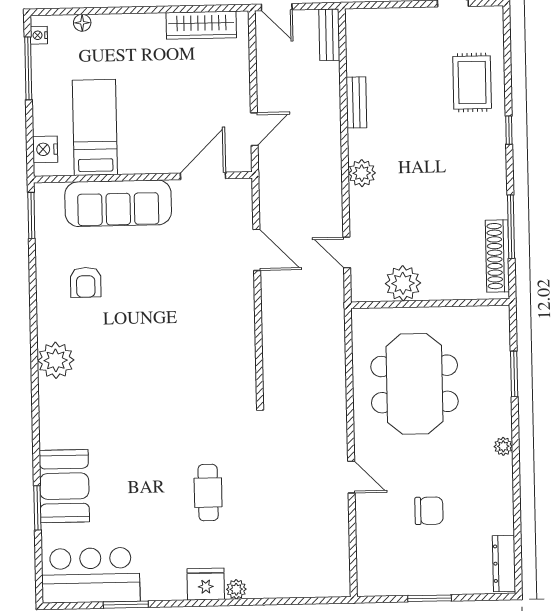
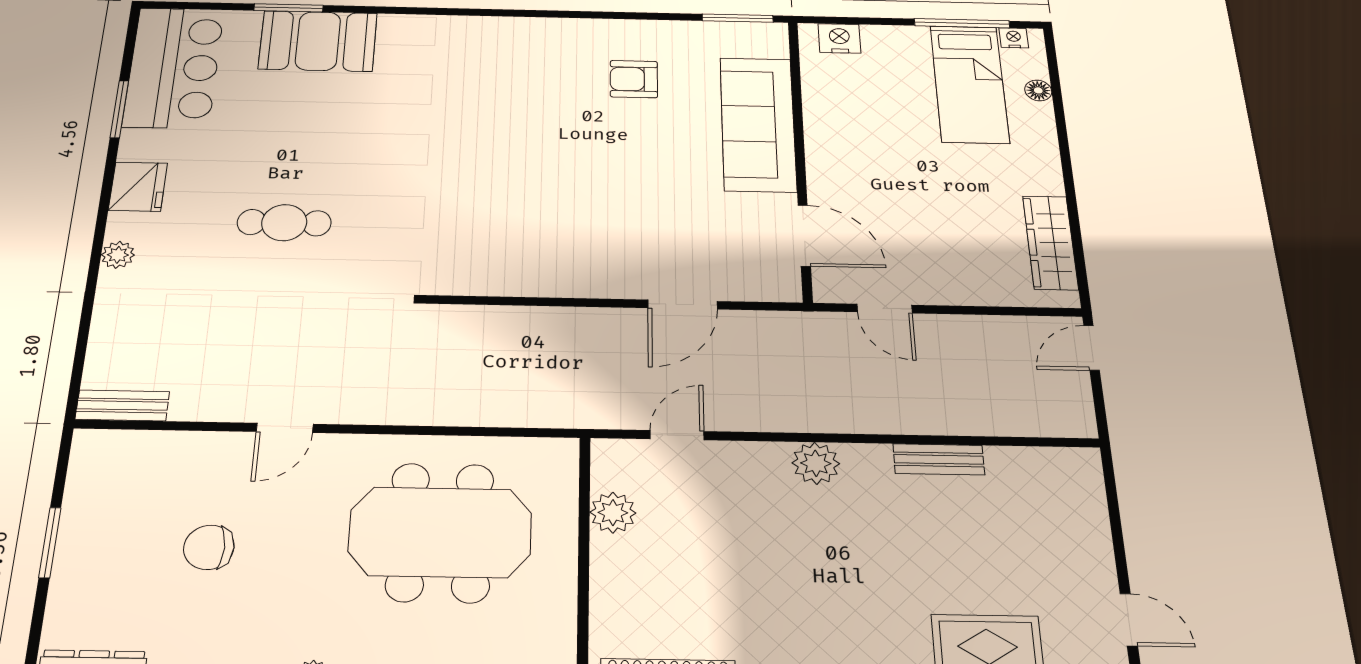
bench: (329, 35) -> (122, 405), moved
bed: (95, 127) -> (969, 84), moved, turned 90
plant: (403, 283) -> (613, 513), width x0.73, depth x0.73
plant: (56, 360) -> (514, 38), removed
chair: (429, 511) -> (209, 547), turned 90
fridge: (206, 584) -> (138, 187), moved

